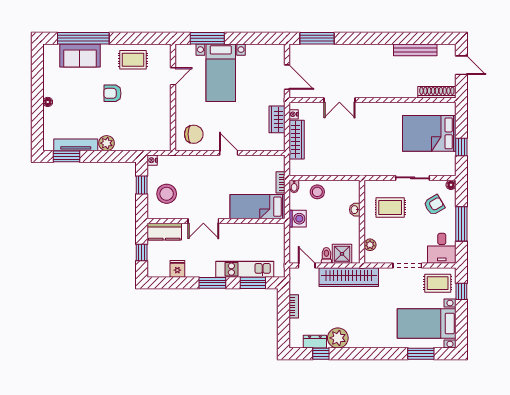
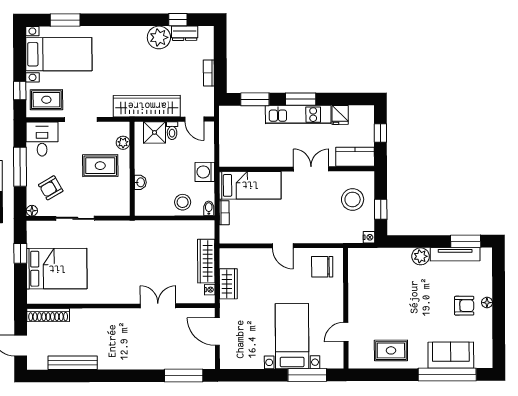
armchair: (112, 93) -> (464, 306), moved
rug: (390, 207) -> (100, 166), moved
kitchen unit: (245, 269) -> (298, 115), moved

